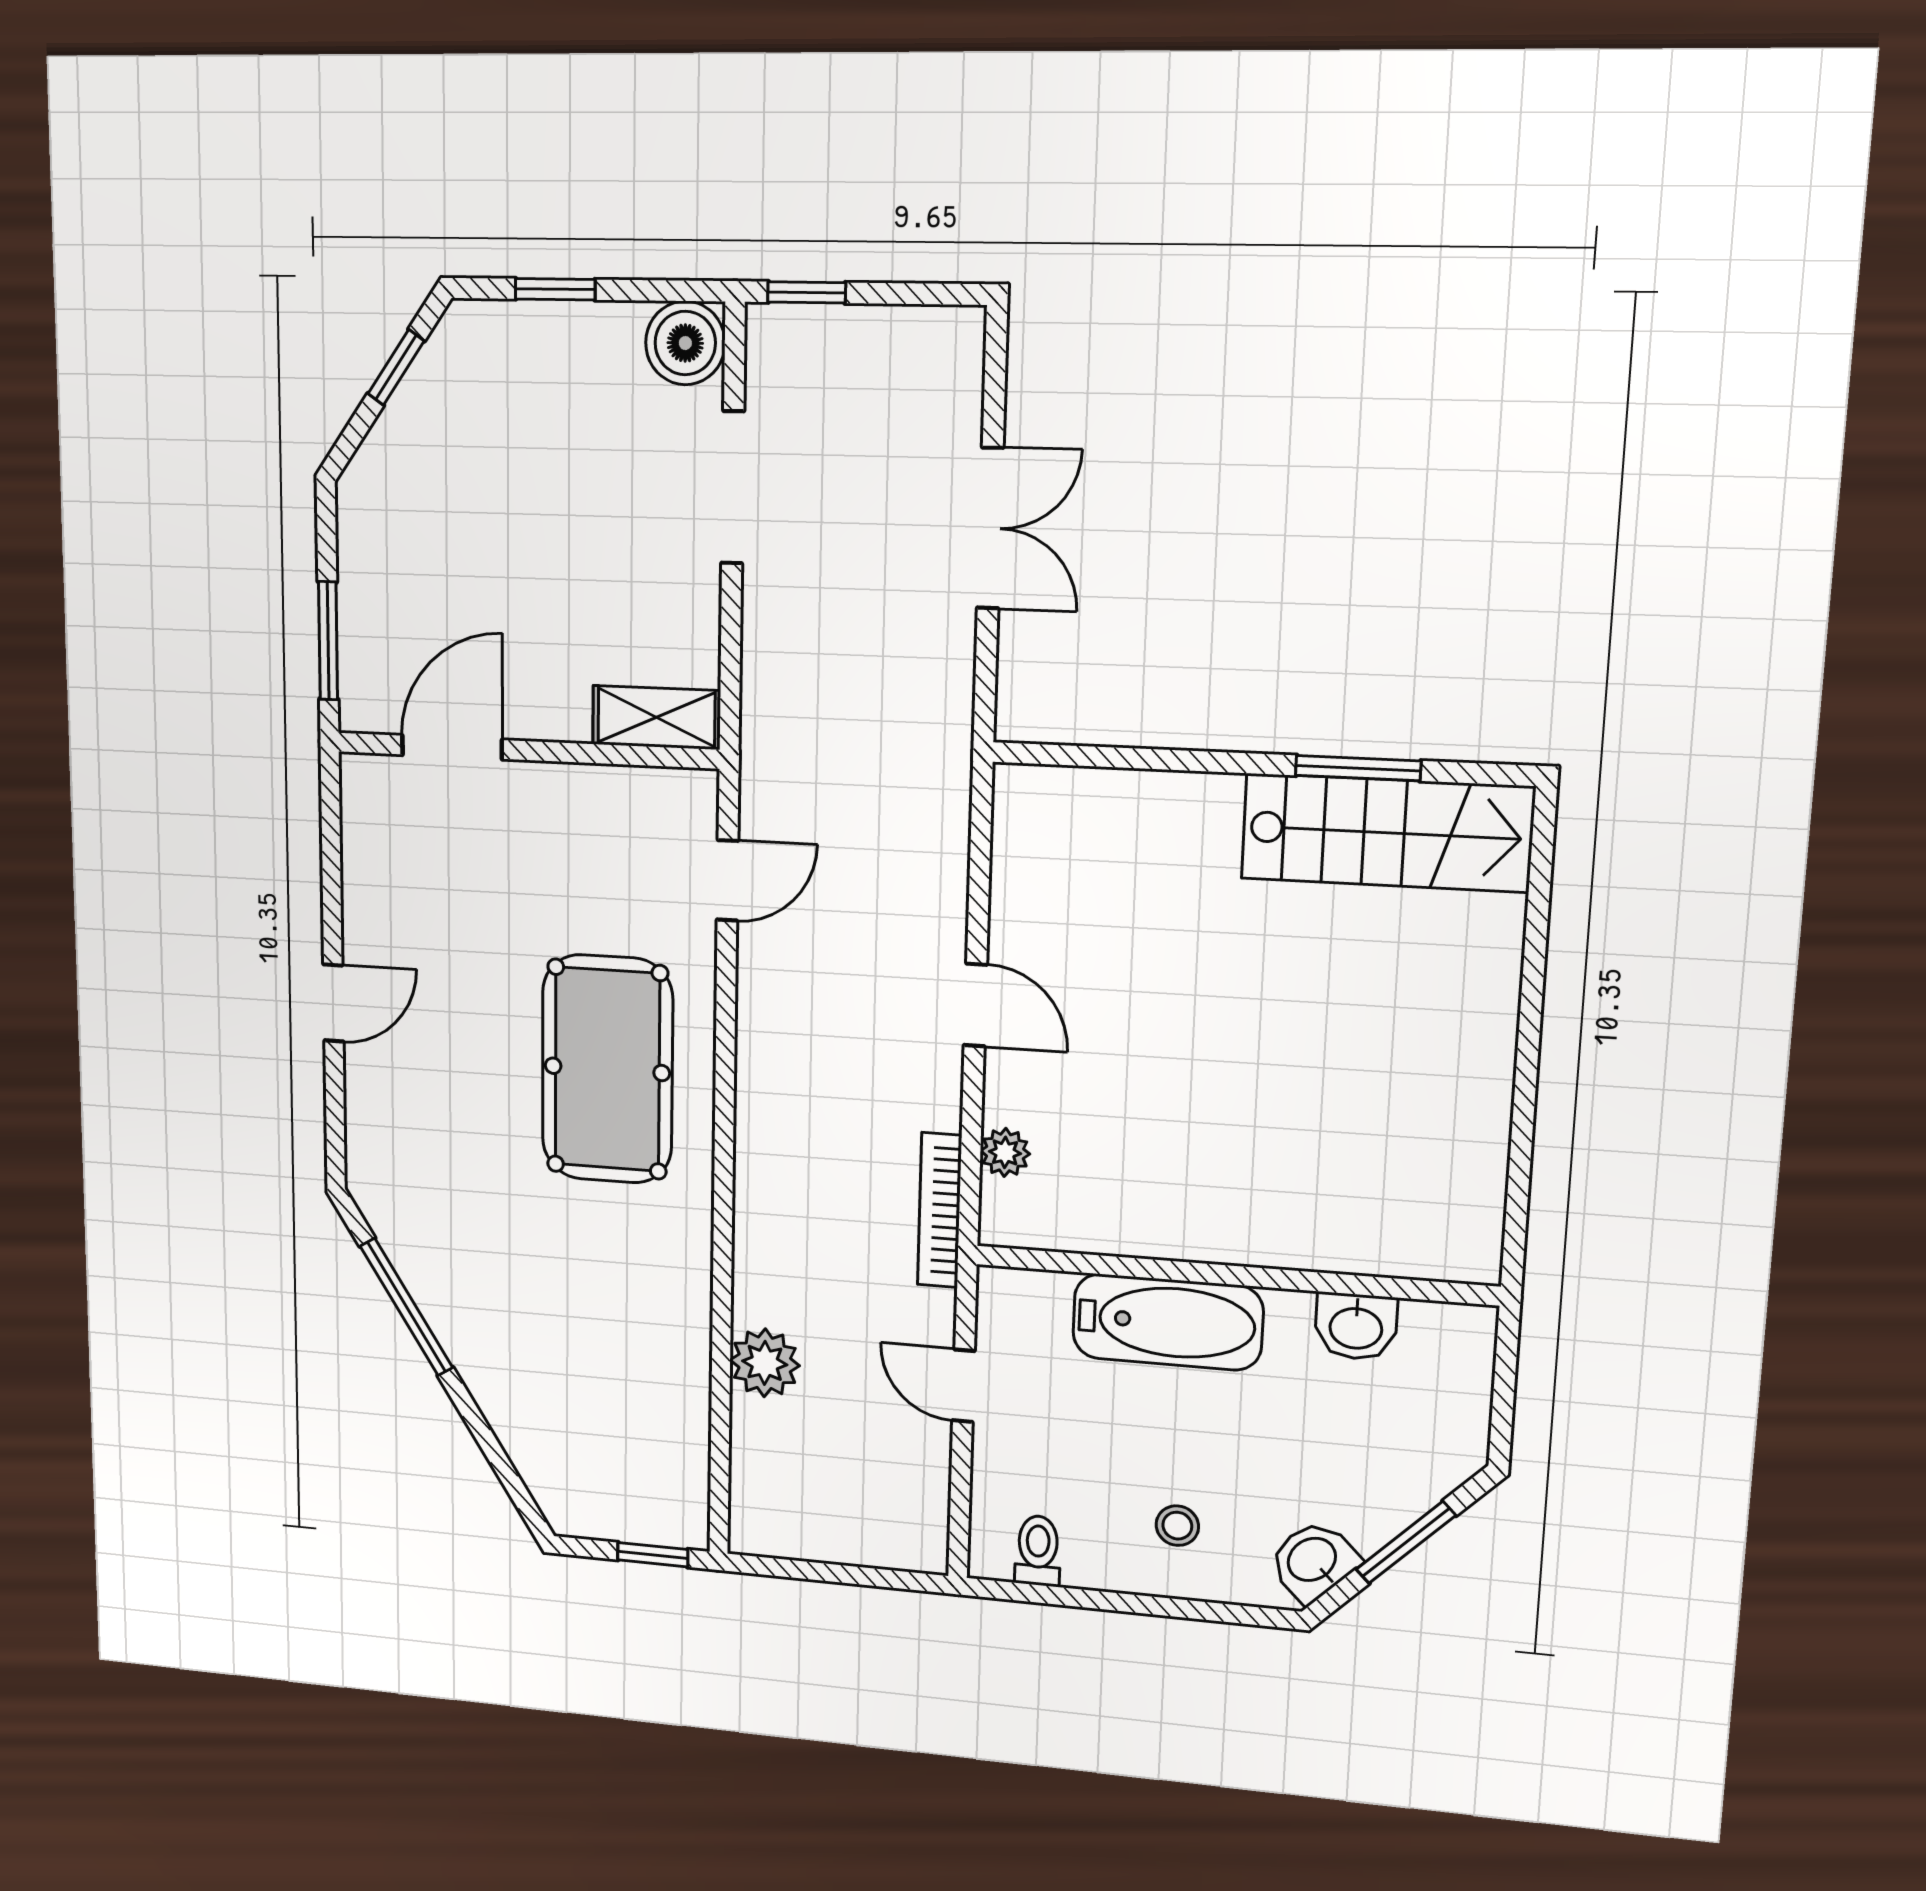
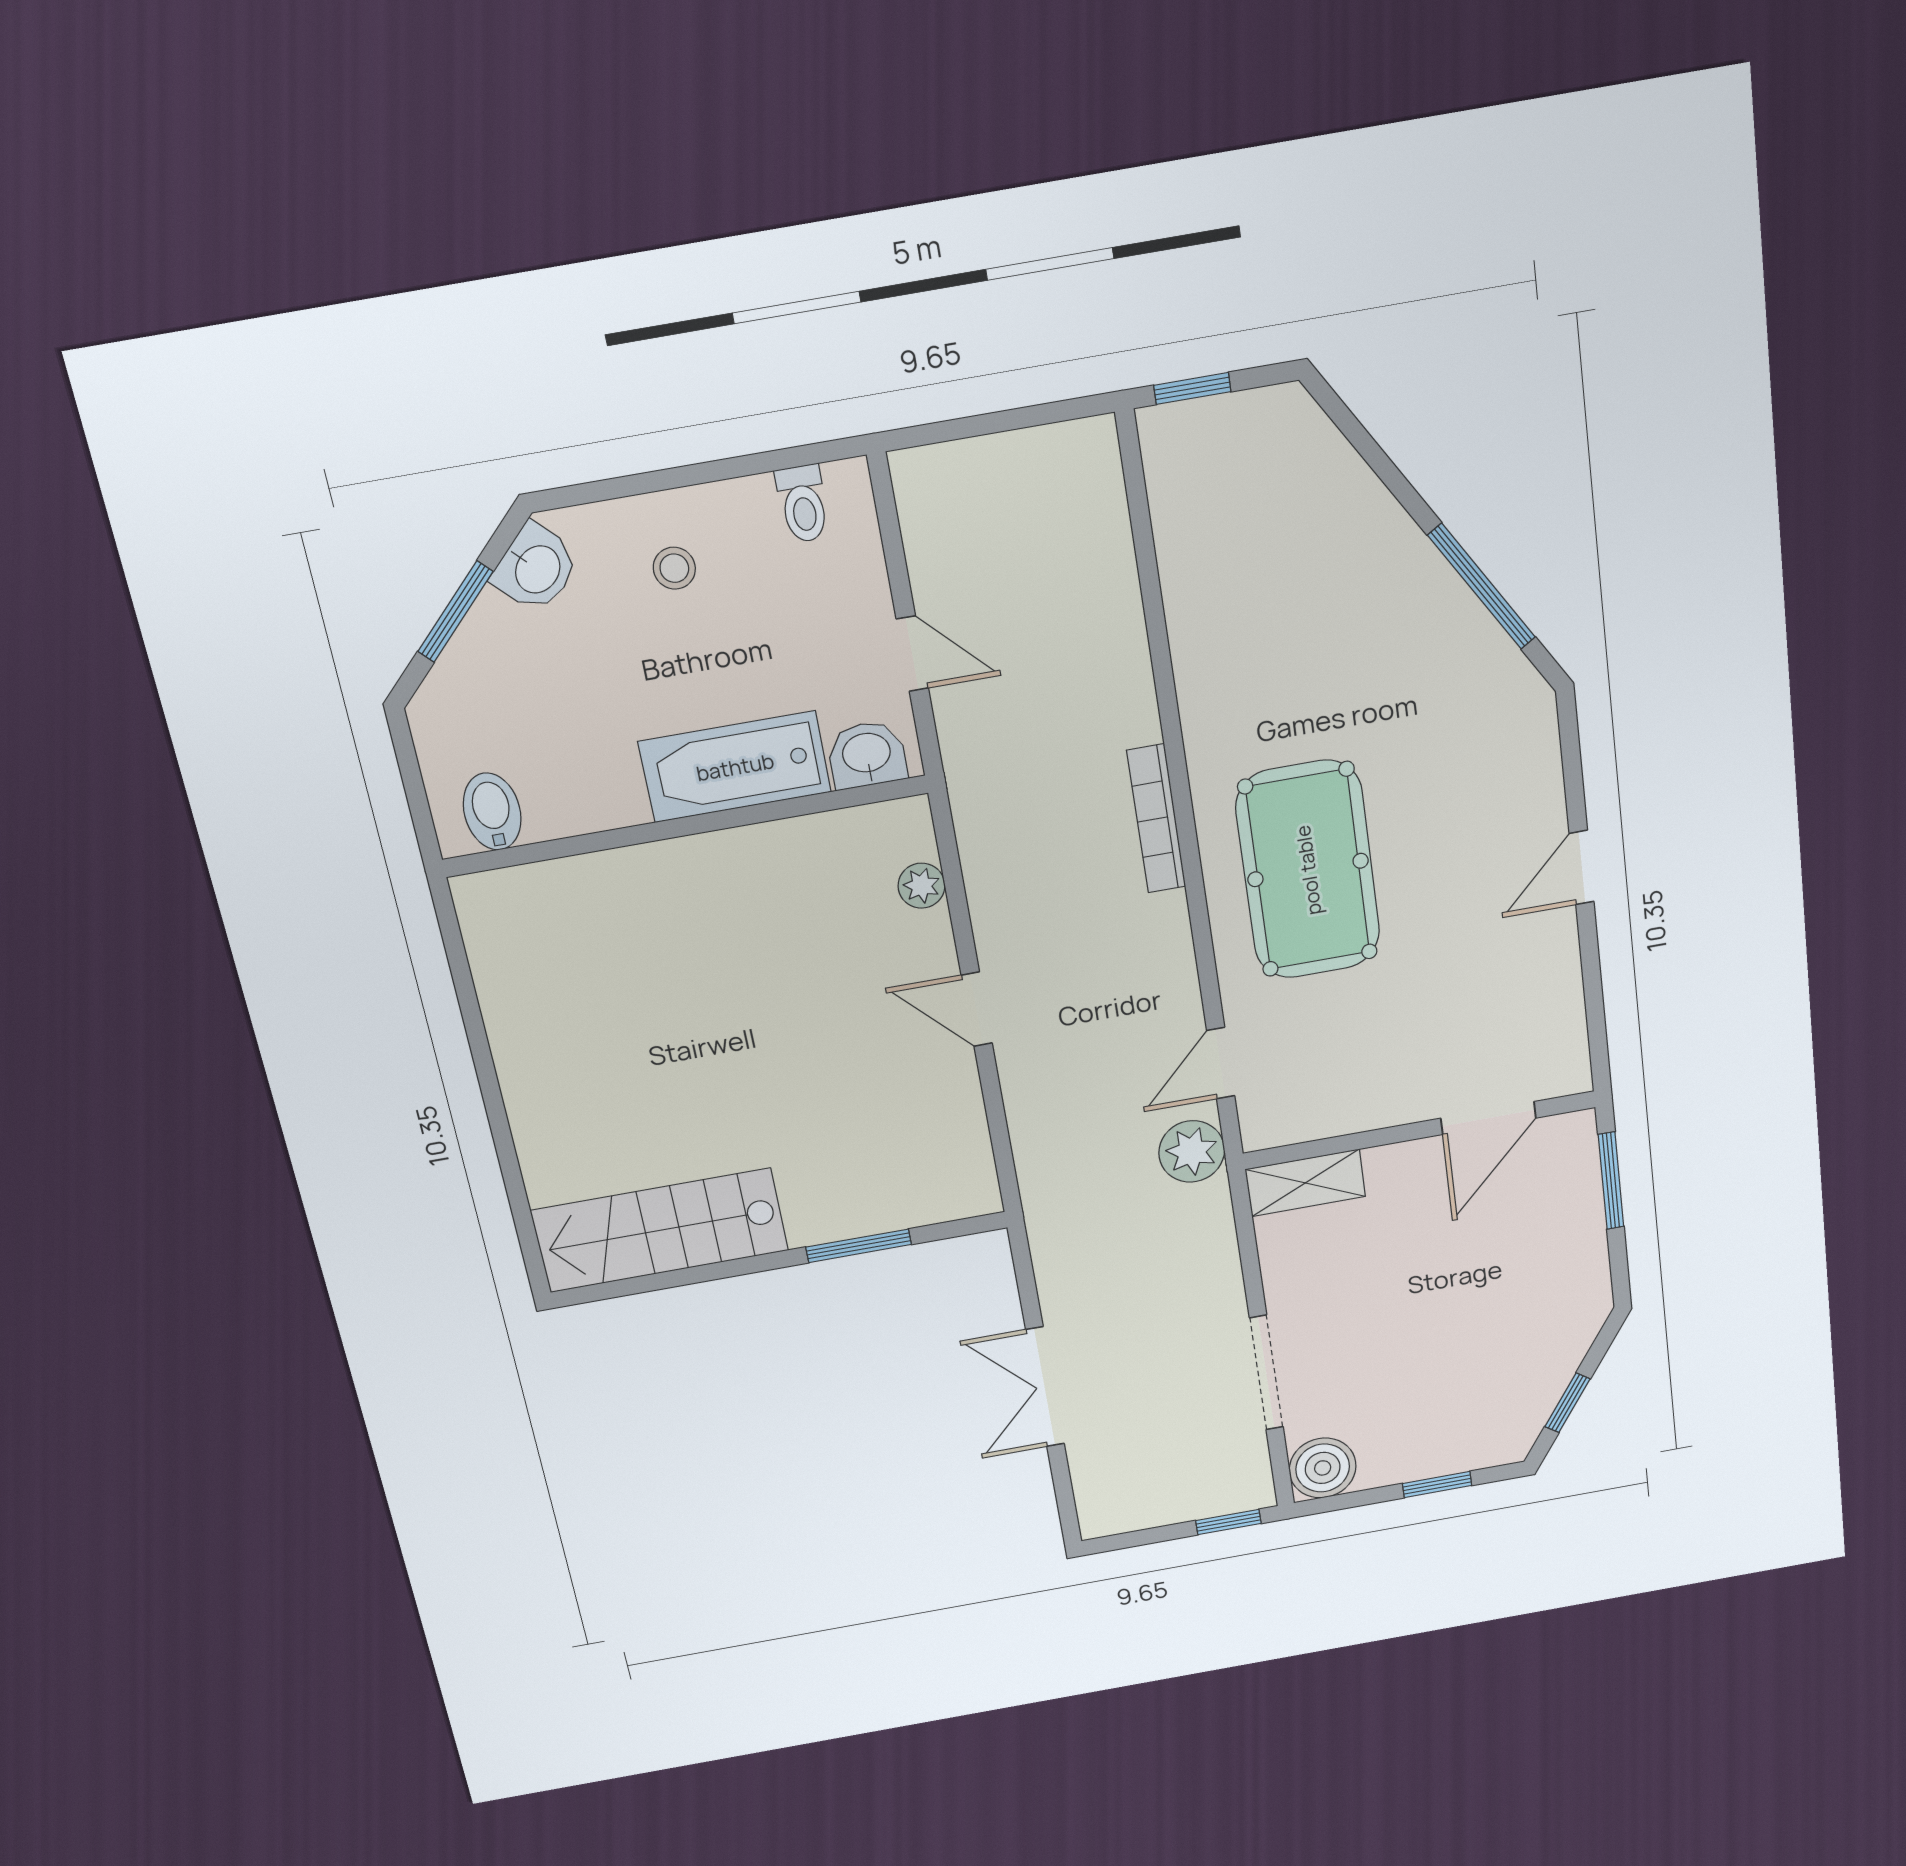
window: (1358, 768) -> (859, 1246), moved
bookcase: (940, 1210) -> (1156, 819), moved, turned 180
washbasin: (1356, 1326) -> (867, 754), moved
bidet: (1431, 1341) -> (492, 812), added
plant: (765, 1363) -> (1192, 1151), moved

